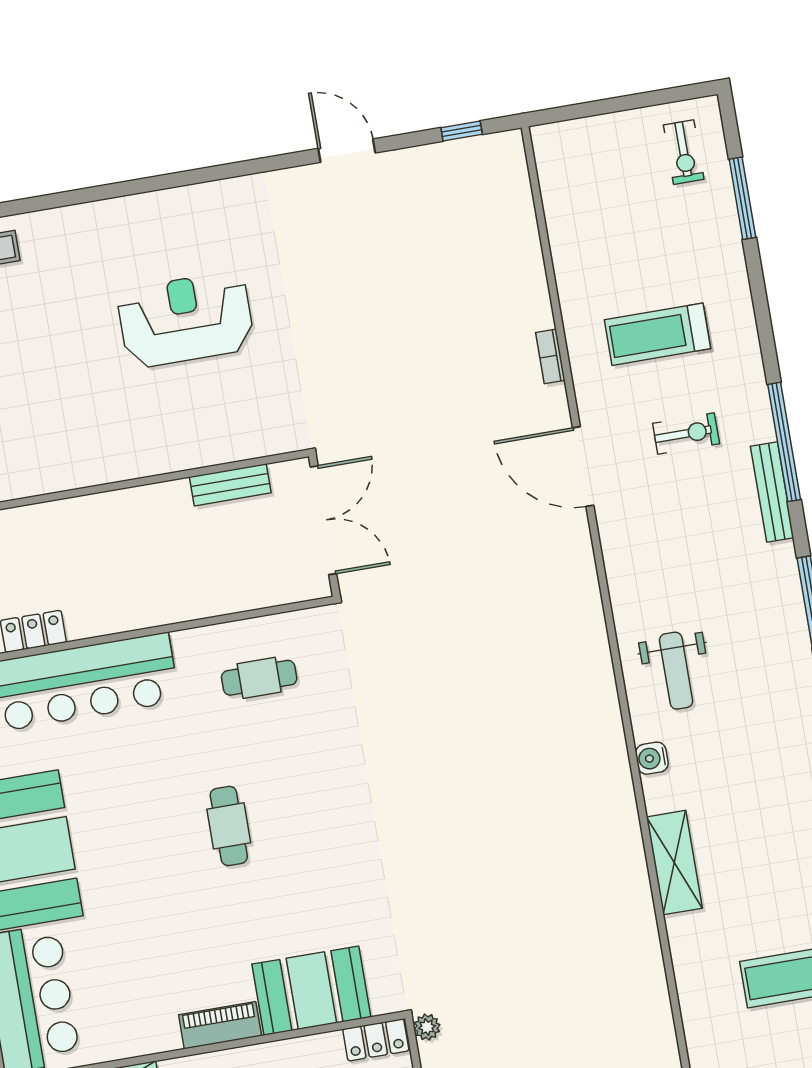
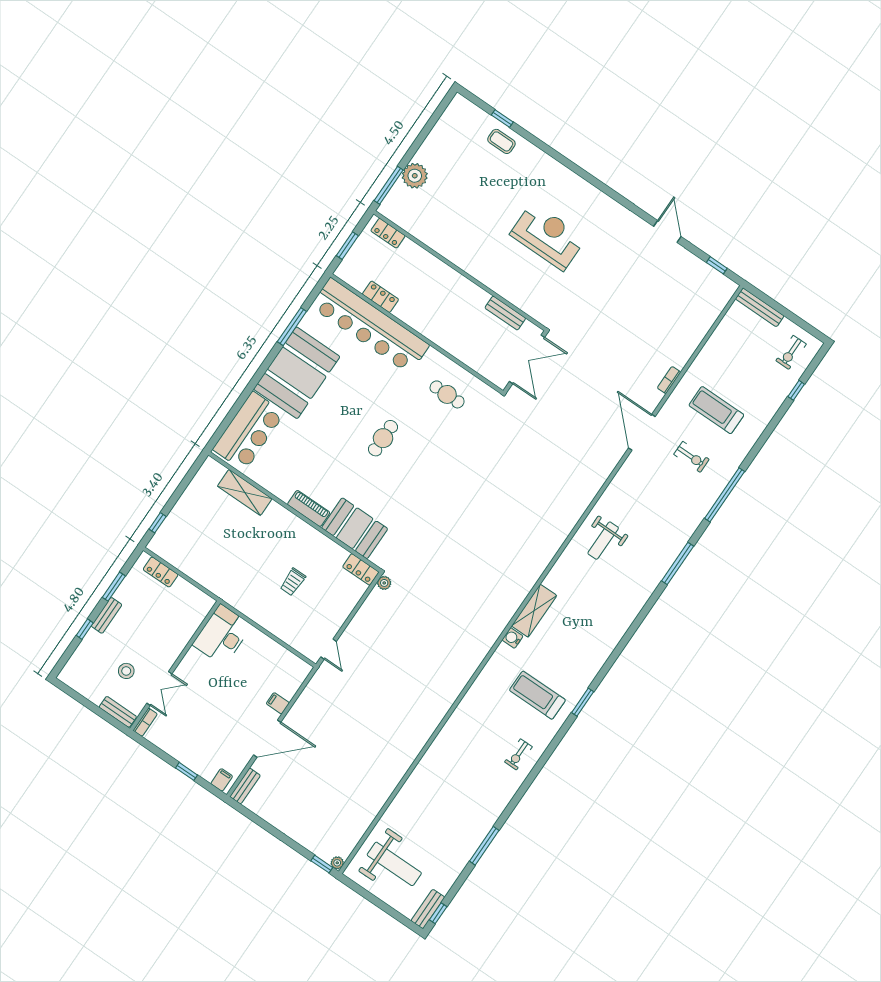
window: (742, 198) -> (796, 390), width x0.46
bench: (772, 492) -> (760, 307), moved, turned 90
water cooler: (652, 758) -> (512, 638), moved

